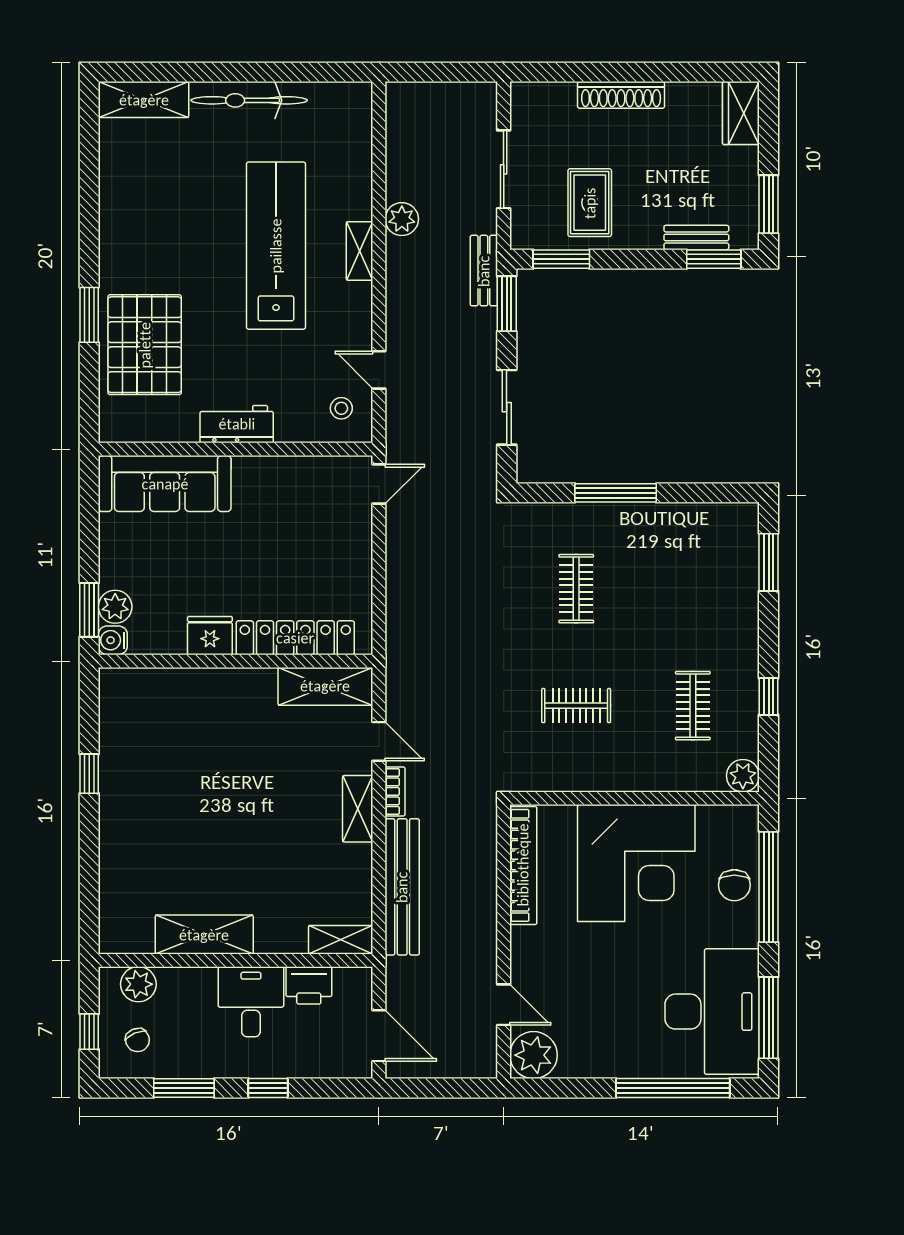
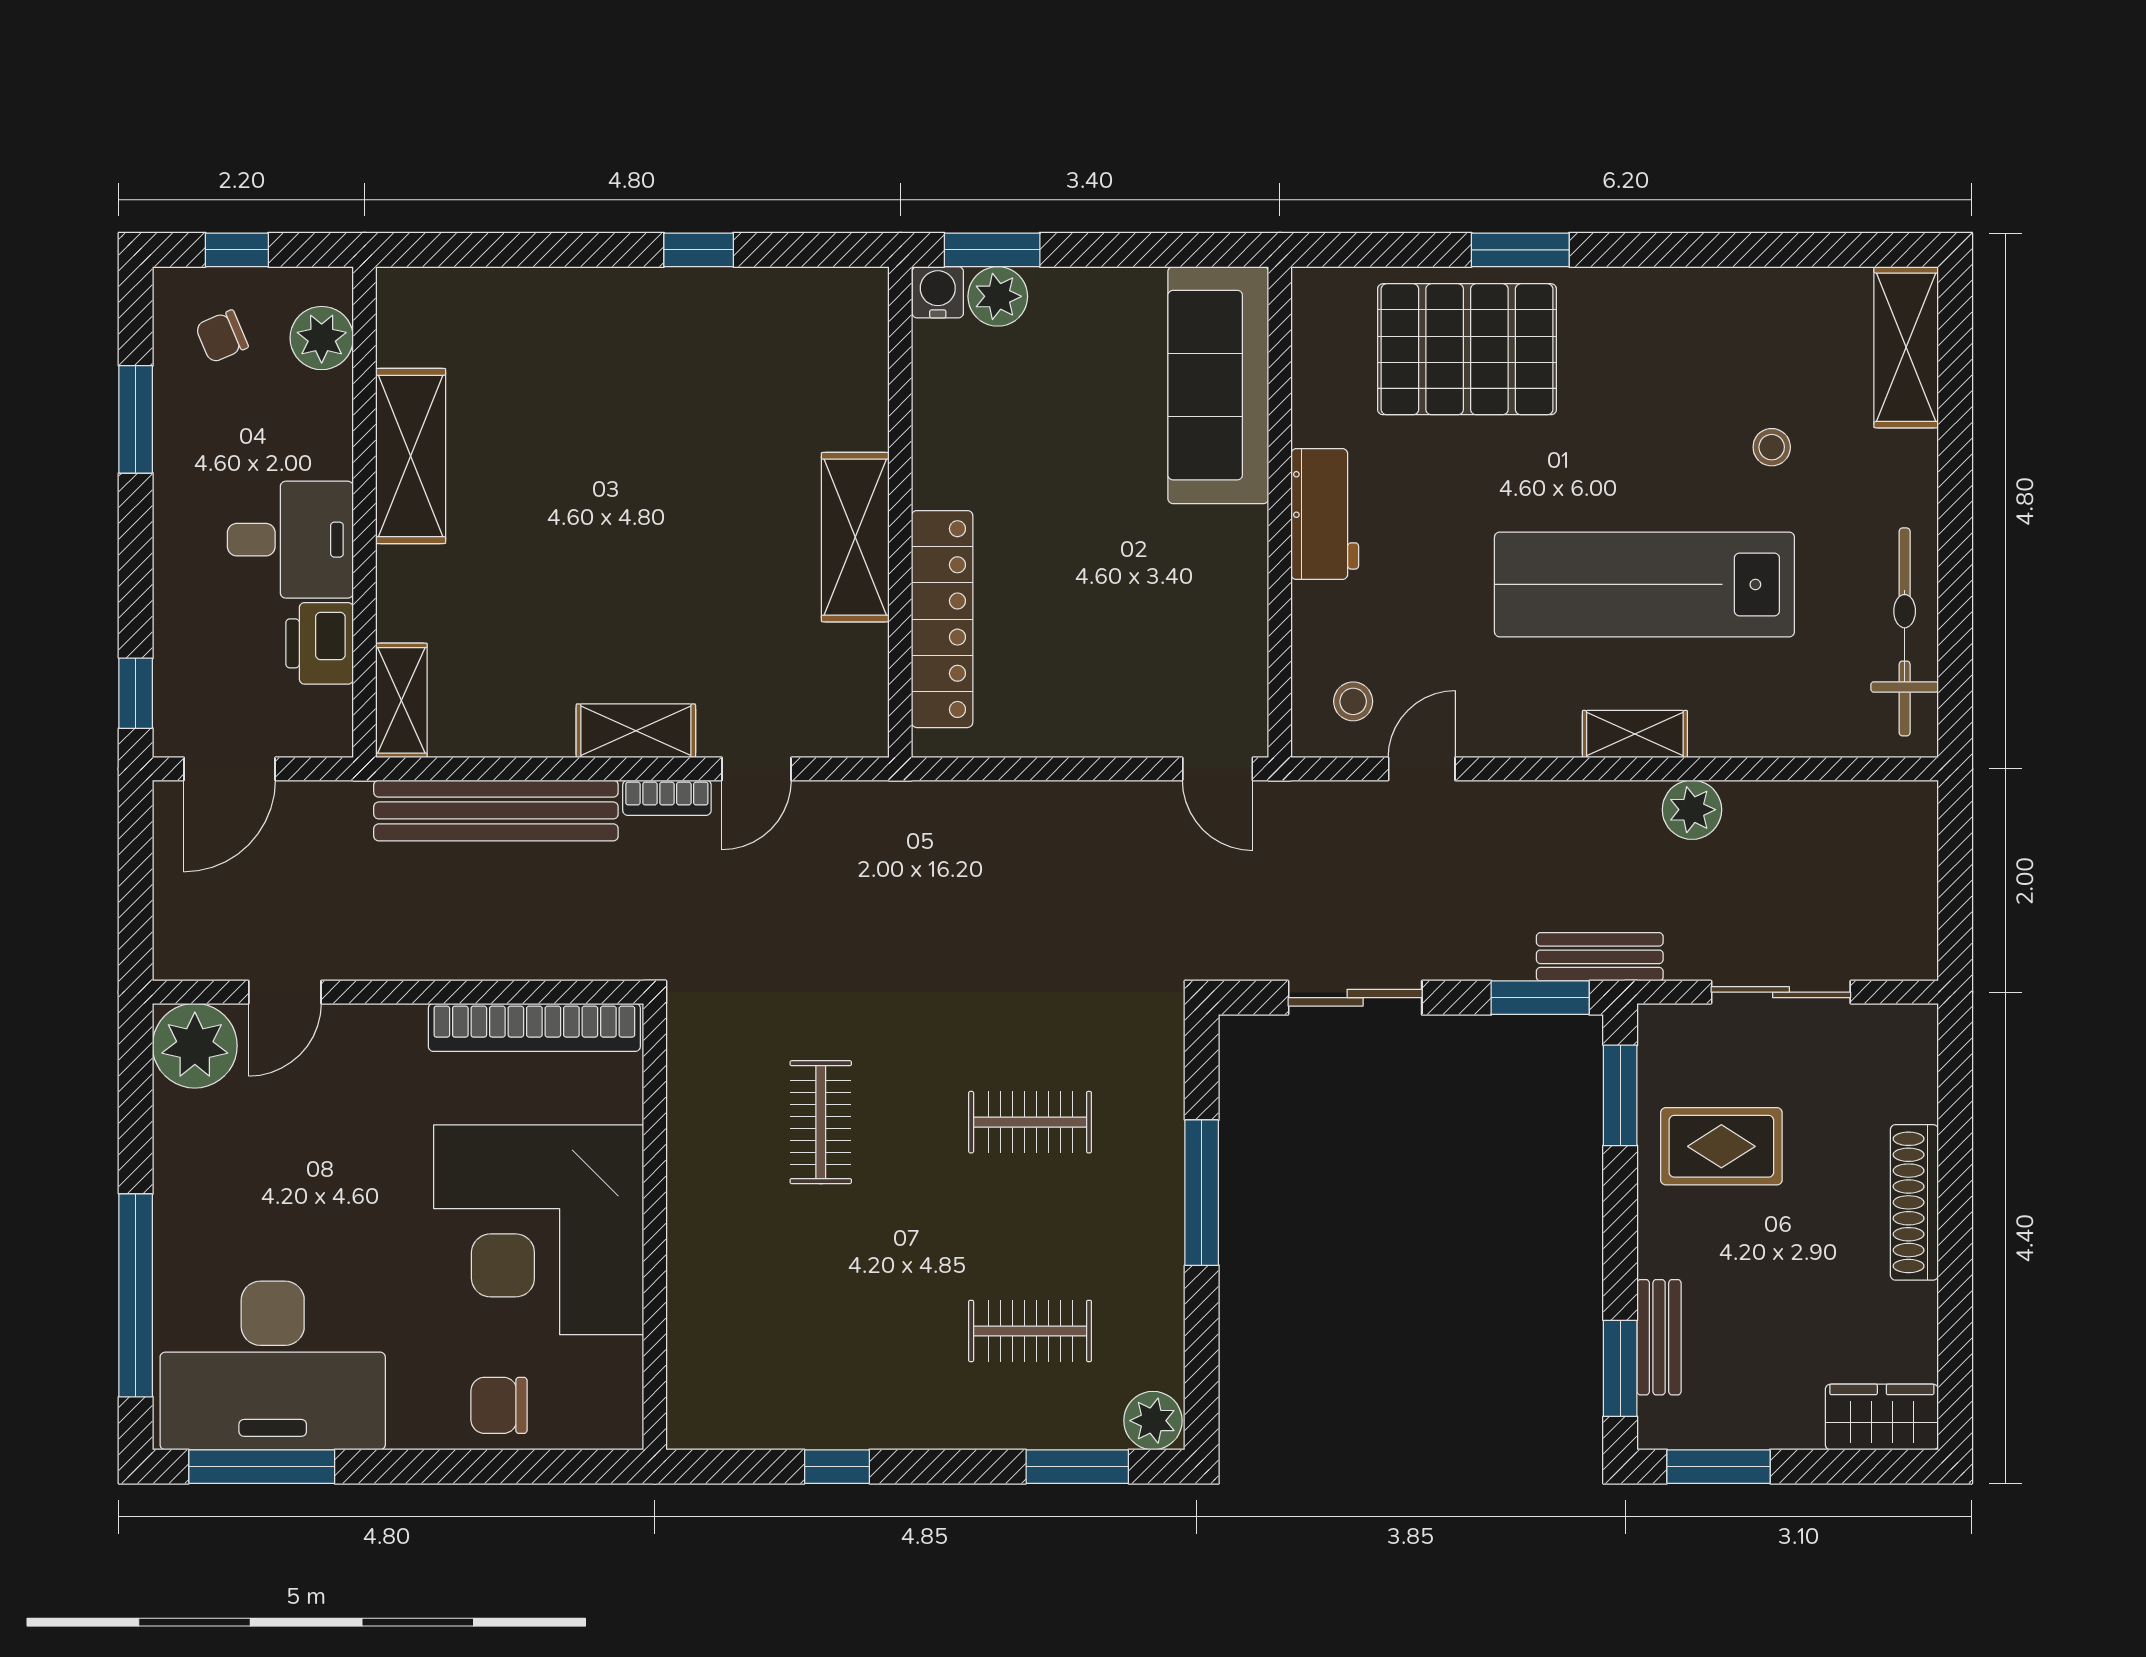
bicycle: (249, 100) -> (1905, 632), moved
stool: (199, 175) -> (1772, 447), added
lab bench: (276, 246) -> (1644, 584), turned 180
fridge: (210, 636) -> (946, 466), removed
shelving: (325, 686) -> (855, 537), moved
clothes rail: (693, 706) -> (1030, 1331), moved
plant: (743, 776) -> (1153, 1421), moved
window: (769, 887) -> (496, 1467), removed
window: (268, 1088) -> (136, 693), moved

